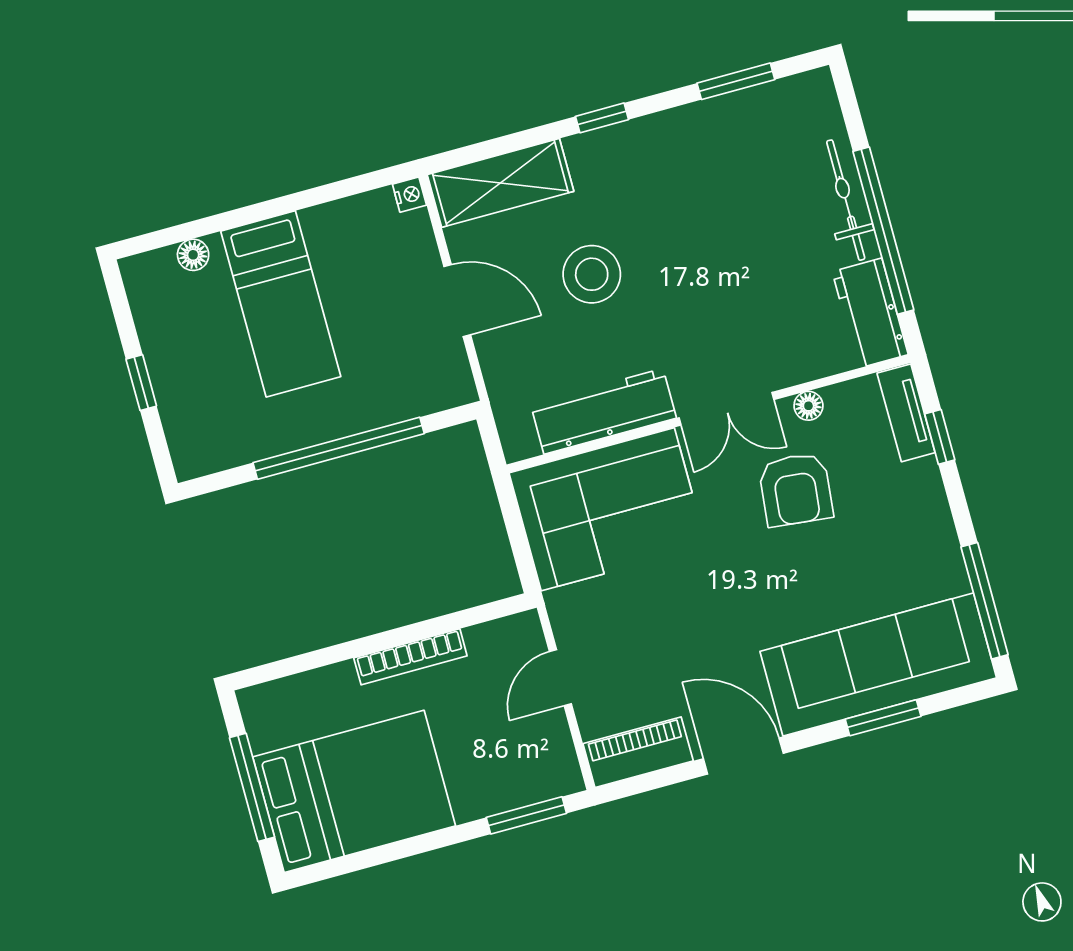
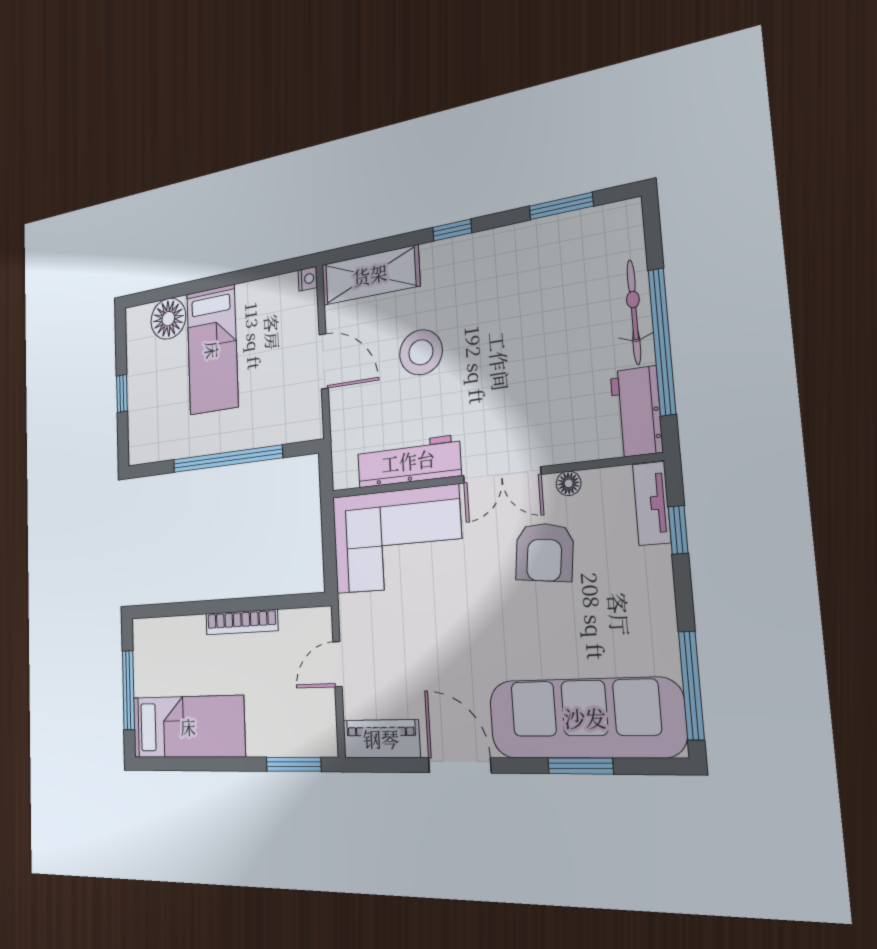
floor lamp: (193, 255) -> (168, 319), width x1.89, depth x1.89
bed: (354, 791) -> (188, 727), width x0.67

